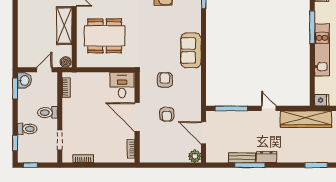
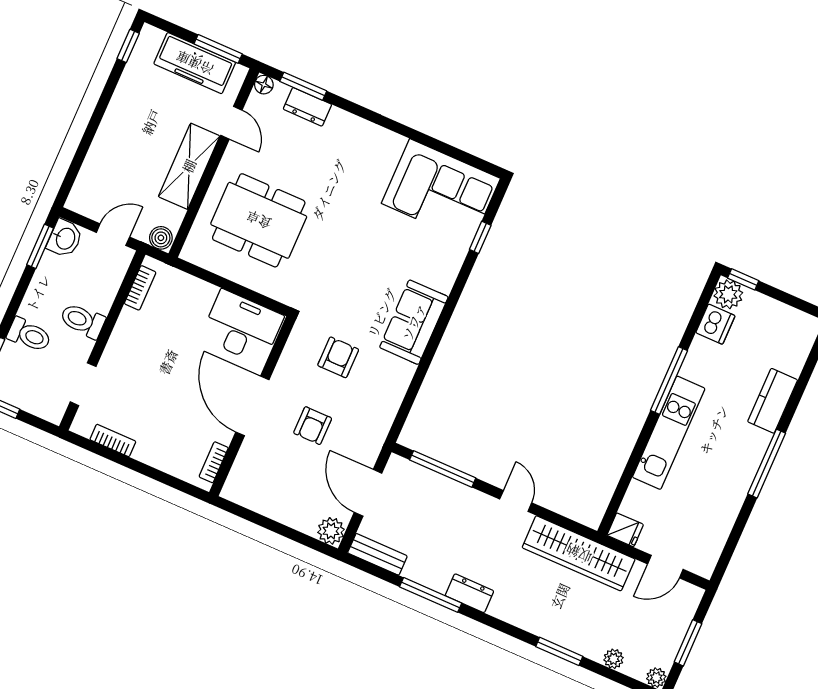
desk: (122, 85) -> (242, 327), width x1.37
bench: (242, 158) -> (377, 554), moved

